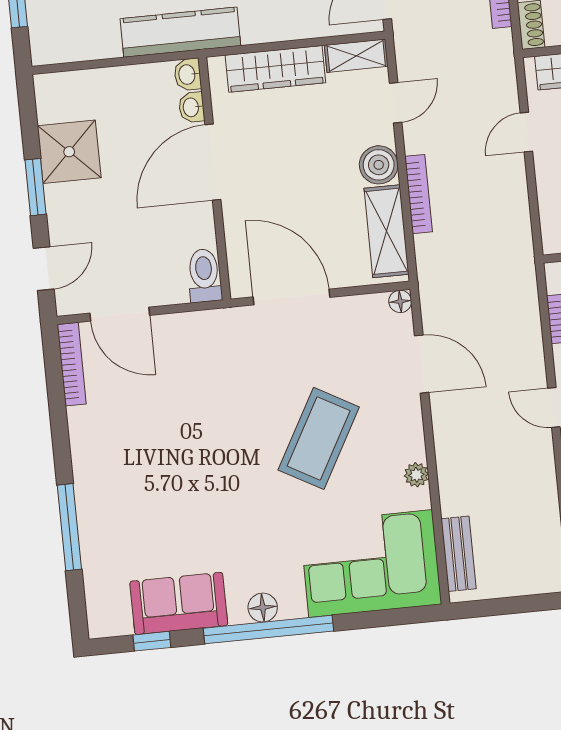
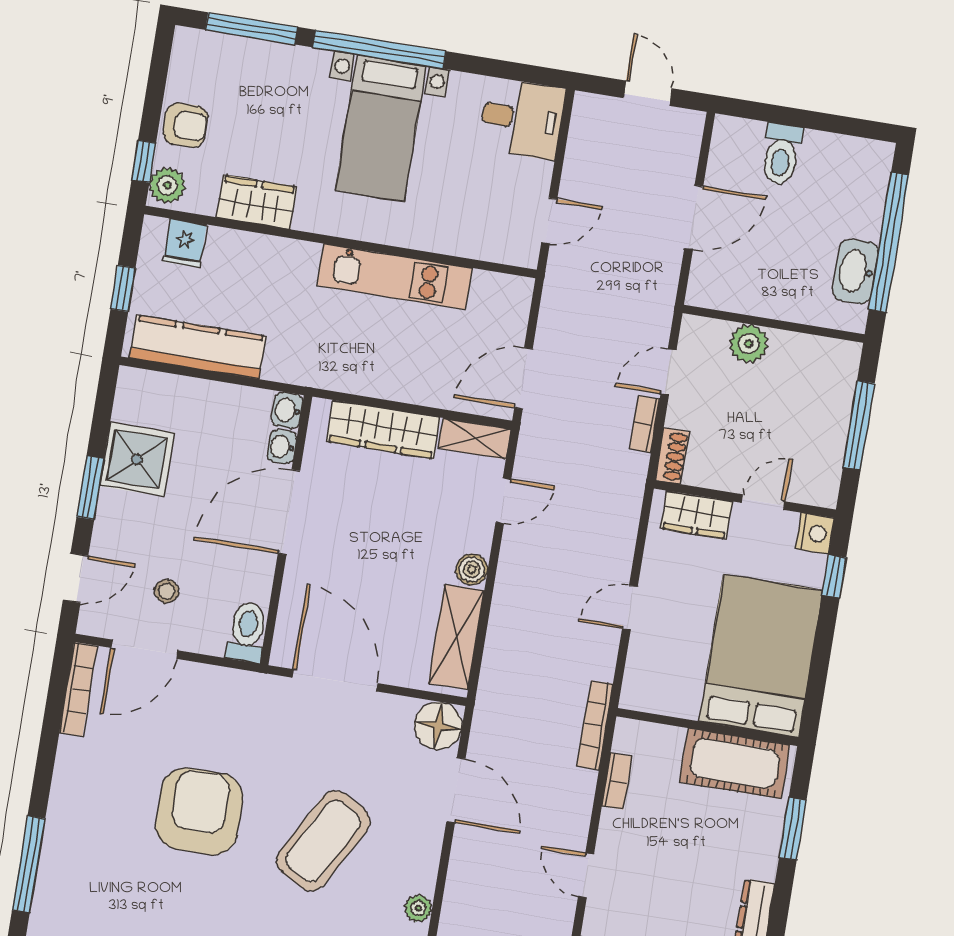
kitchen counter: (180, 32) -> (198, 347), moved
door: (526, 132) -> (630, 608), moved
boiler: (379, 165) -> (472, 569), width x0.73, depth x0.73
bookcase: (419, 194) -> (595, 725), moved, turned 180
stool: (125, 259) -> (167, 591), added
floor lamp: (400, 301) -> (438, 726), width x1.89, depth x1.89
door: (120, 314) -> (145, 649), hinge flipped
armchair: (205, 442) -> (199, 811), added

